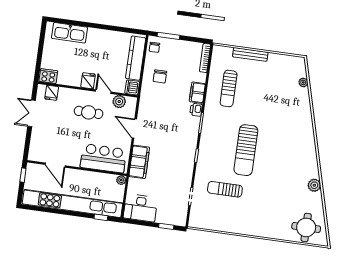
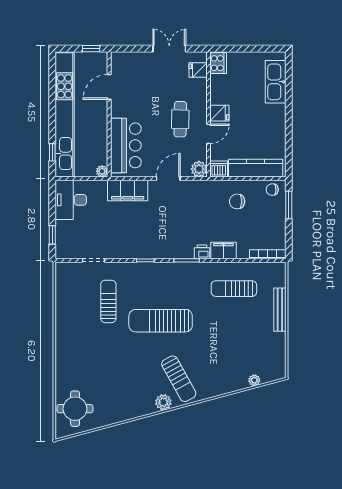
plant: (119, 102) -> (199, 169), moved
sun lounger: (294, 142) -> (179, 379), added
plant: (314, 185) -> (163, 402), moved

